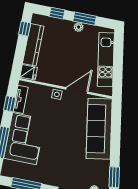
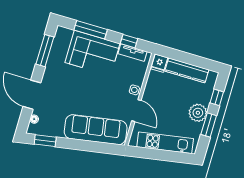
plant: (79, 27) -> (198, 113), width x1.88, depth x1.88
window: (25, 29) -> (204, 63), removed

